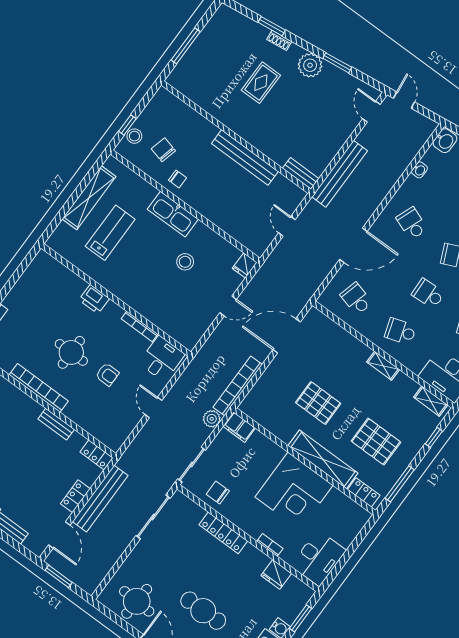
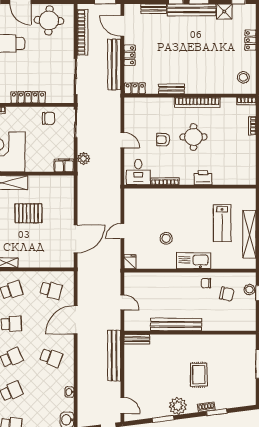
bookcase: (238, 386) -> (83, 32), moved

